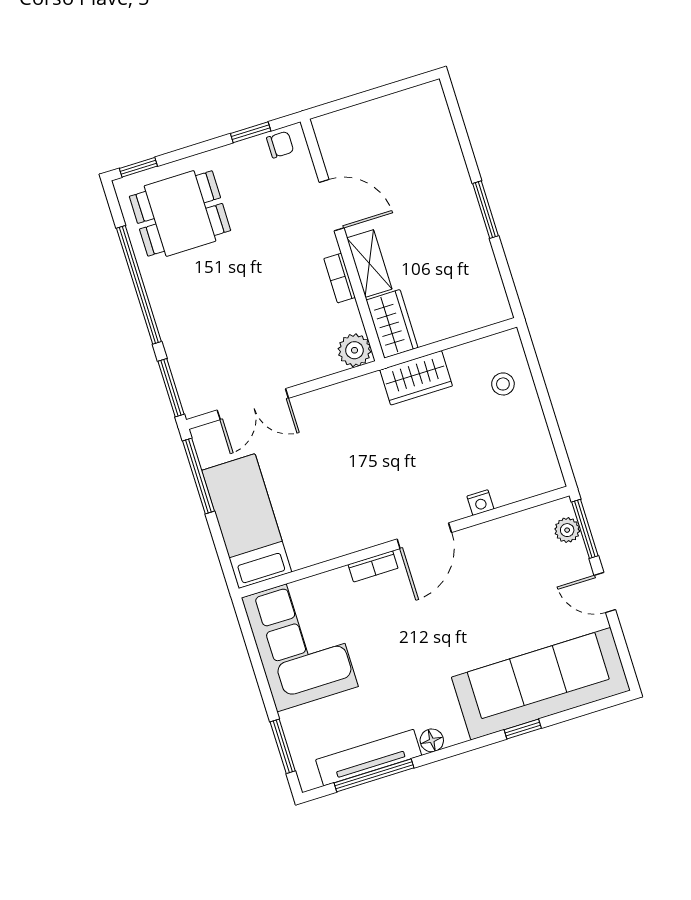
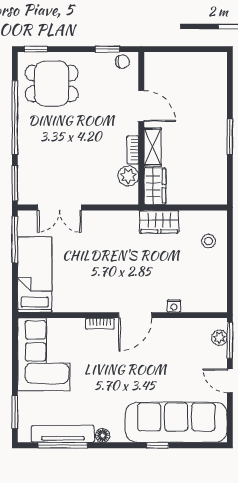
plant: (354, 350) -> (128, 176), moved

